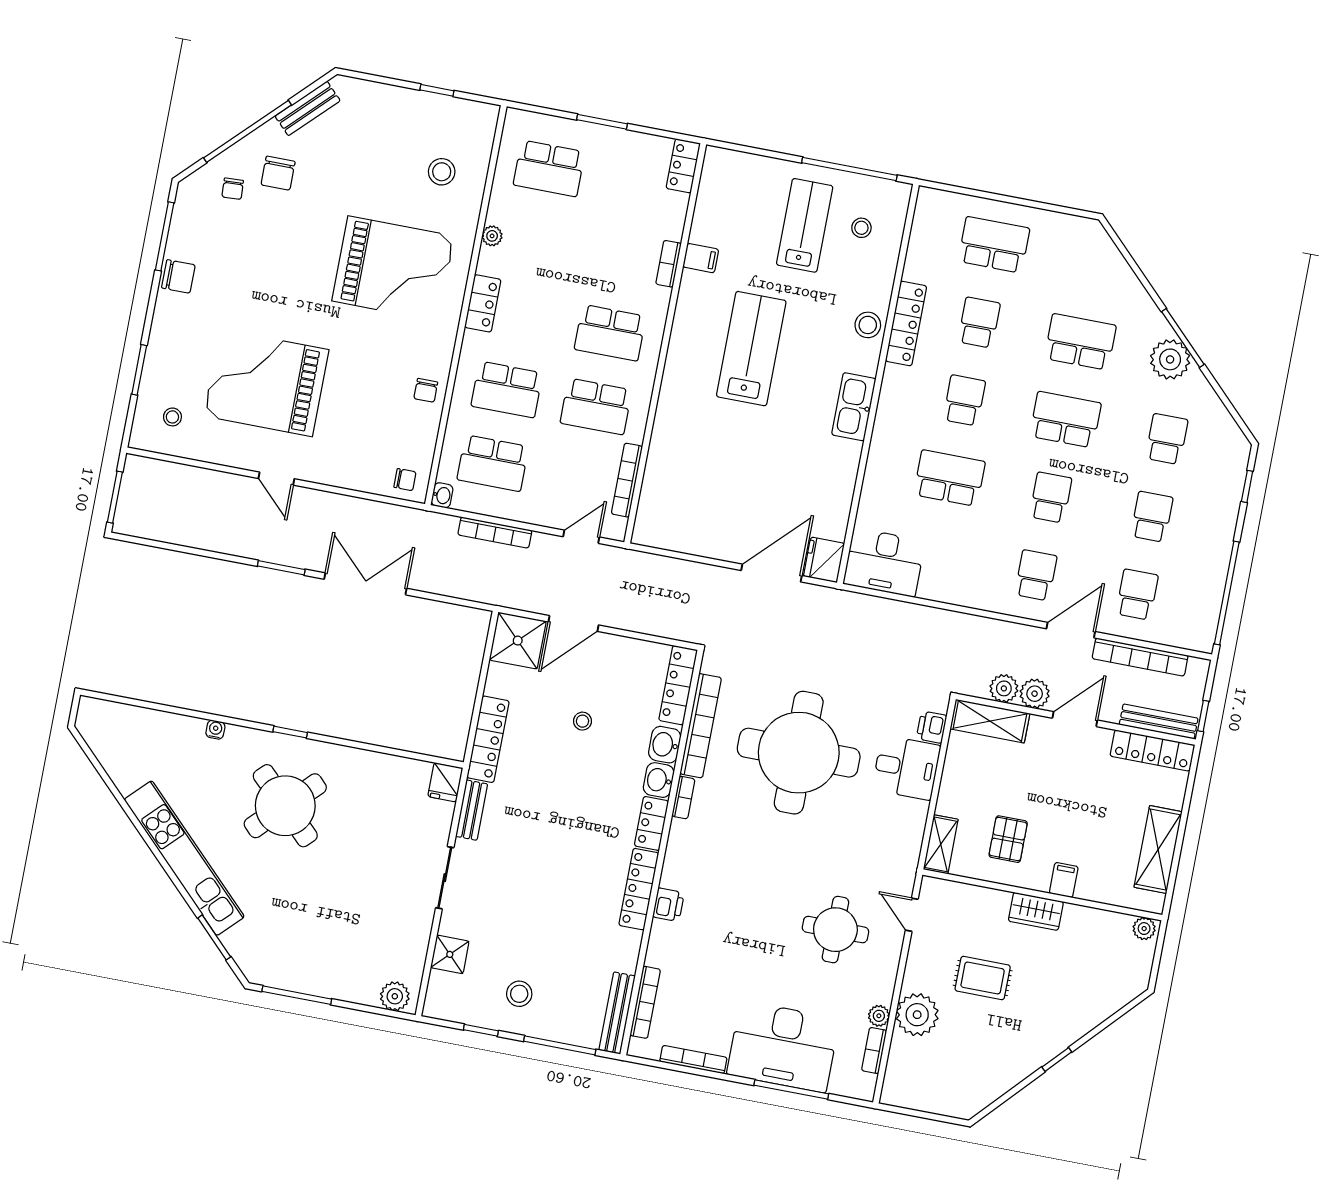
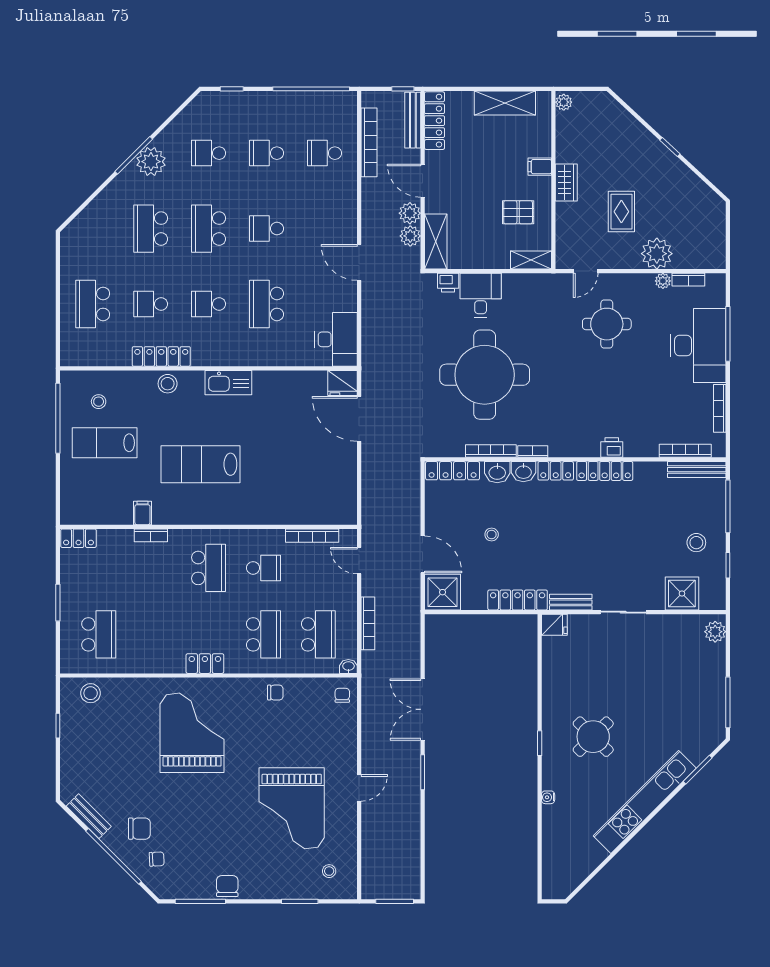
stool: (442, 172) -> (91, 693), moved
plant: (492, 236) -> (155, 666), removed
school desk: (596, 406) -> (263, 568), width x0.54
school desk: (1036, 575) -> (325, 229), removed
door: (1071, 630) -> (359, 262), moved
bookcase: (701, 726) -> (491, 451), width x0.68, depth x0.76
round table: (285, 806) -> (593, 737), width x0.73, depth x0.73
shower: (450, 954) -> (682, 593), width x1.36, depth x1.36

